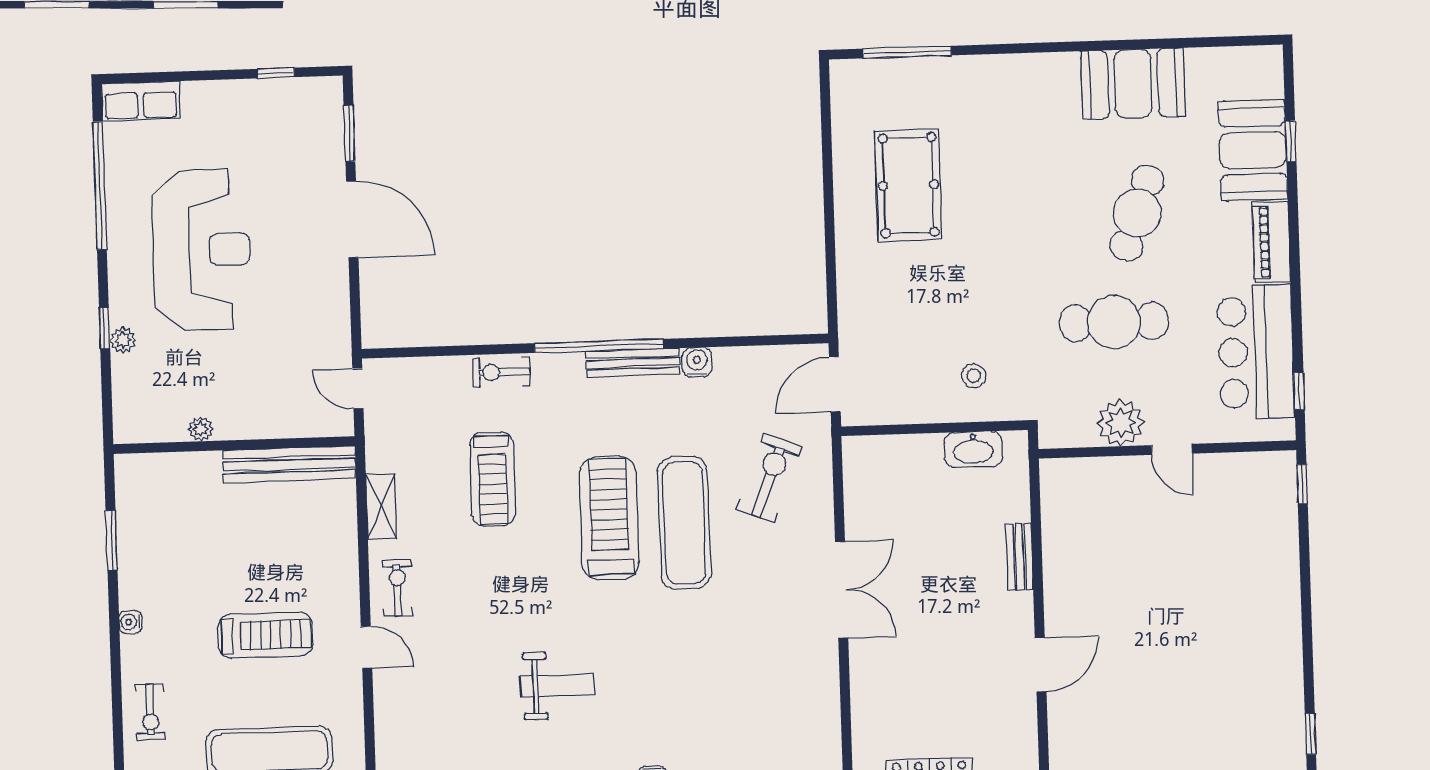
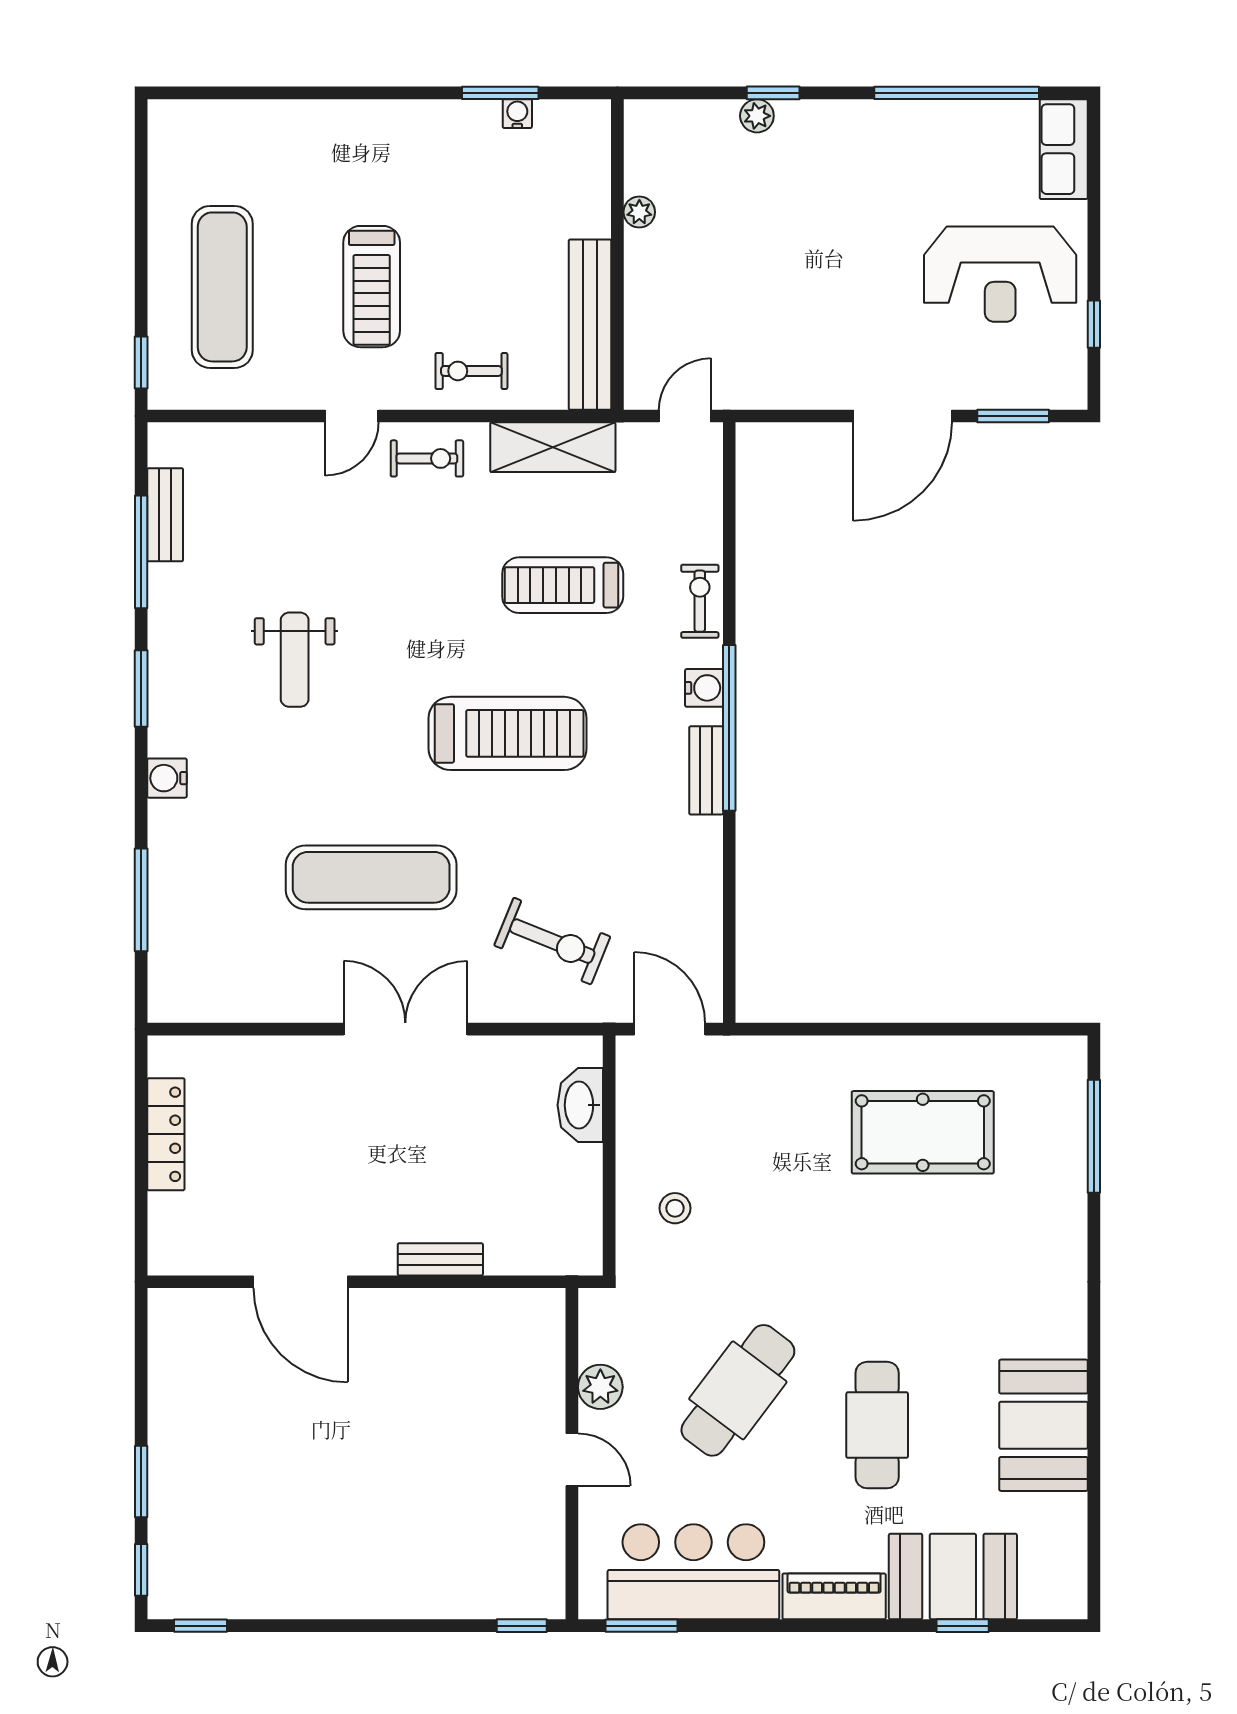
cafe table: (1137, 213) -> (877, 1425), turned 70
reception desk: (202, 250) -> (1000, 274), moved, width x0.74, depth x0.77
cafe table: (1114, 322) -> (738, 1390), turned 37
water cooler: (697, 362) -> (704, 688), moved
bench: (633, 363) -> (706, 770), width x0.73
window: (1299, 391) -> (641, 1626), width x1.50
plant: (1121, 423) -> (600, 1387), width x0.73, depth x0.73
washbasin: (973, 449) -> (580, 1105), moved
door: (1172, 449) -> (572, 1460), swing flipped
shelving: (381, 507) -> (553, 447), width x1.50, depth x1.33
exercise mat: (684, 523) -> (371, 877), moved
double door: (842, 590) -> (405, 1029), swing flipped
water cooler: (130, 622) -> (517, 114), moved
door: (1041, 665) -> (301, 1282), width x1.36
exercise bike: (150, 712) -> (471, 371), moved

